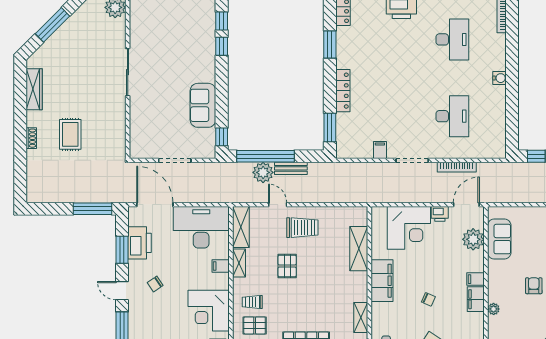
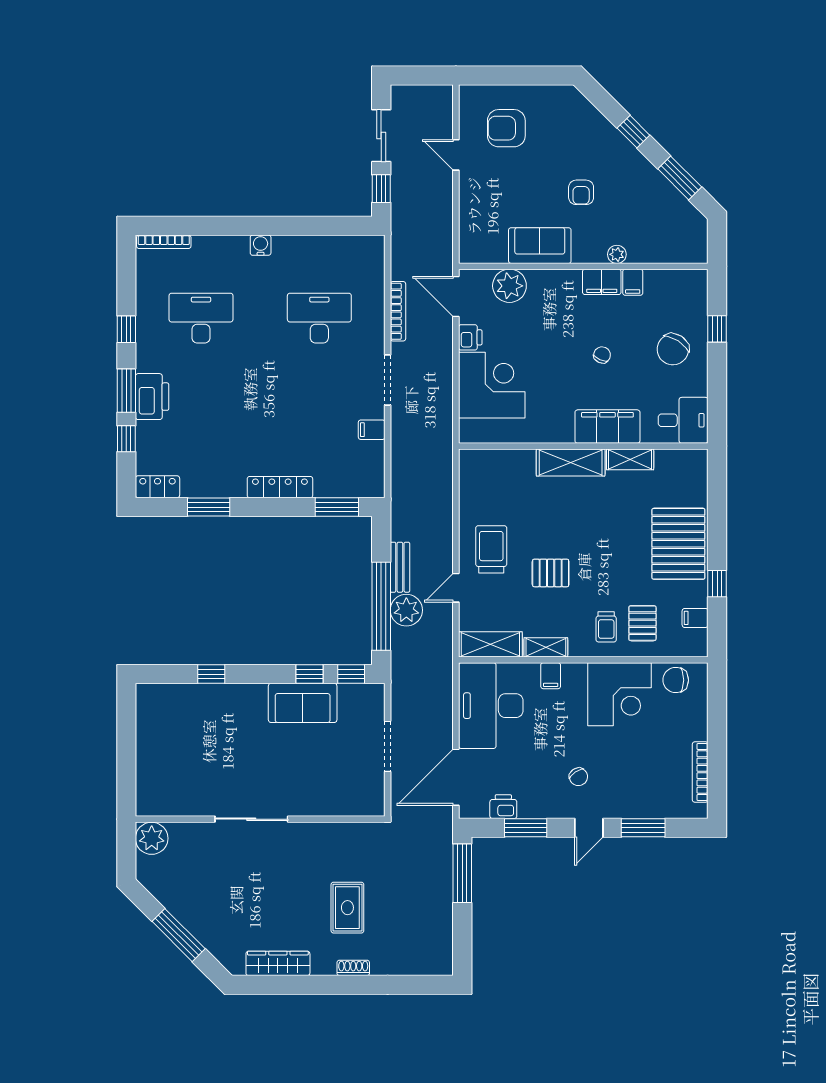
window: (222, 21) -> (310, 674), moved
rug: (70, 134) -> (347, 908), turned 90
sofa: (499, 239) -> (540, 246), moved
printer: (139, 243) -> (503, 807), width x0.53, depth x0.68
shelving: (359, 249) -> (571, 462), moved
filing cabinet: (475, 279) -> (633, 282), moved
filing cabinet: (382, 281) -> (607, 427), moved
armchair: (534, 286) -> (581, 192), turned -90

